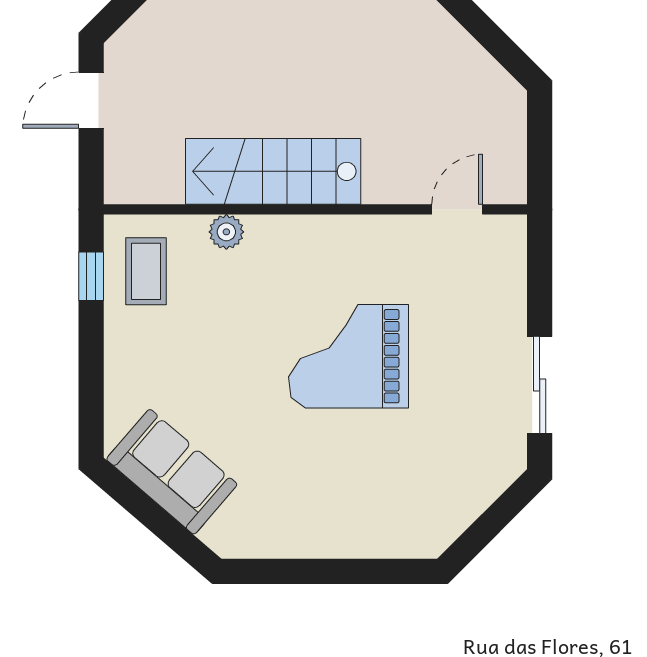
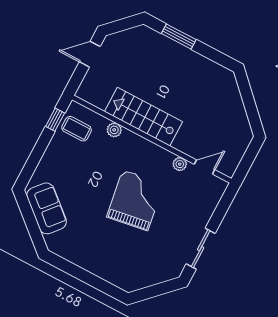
plant: (402, 231) -> (180, 164), added
coffee table: (146, 271) -> (77, 129), turned 90
grand piano: (349, 356) -> (135, 200), turned 81

